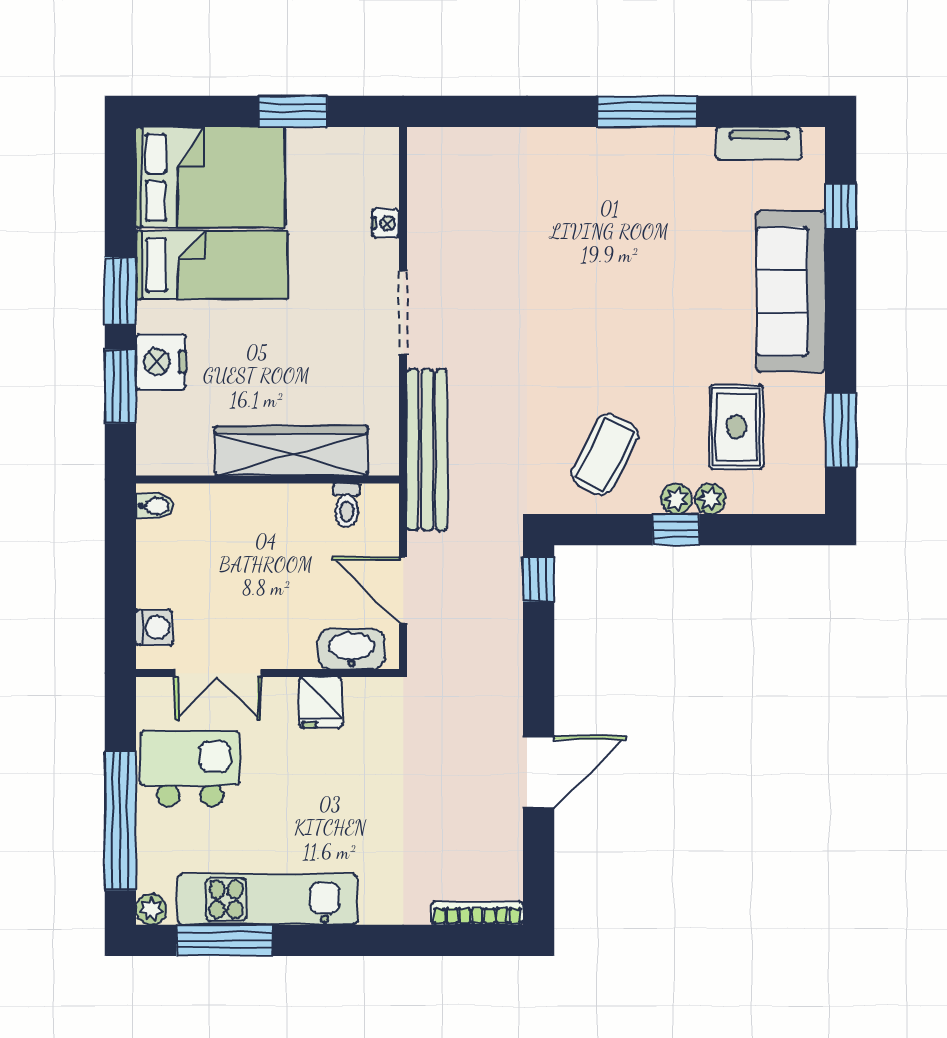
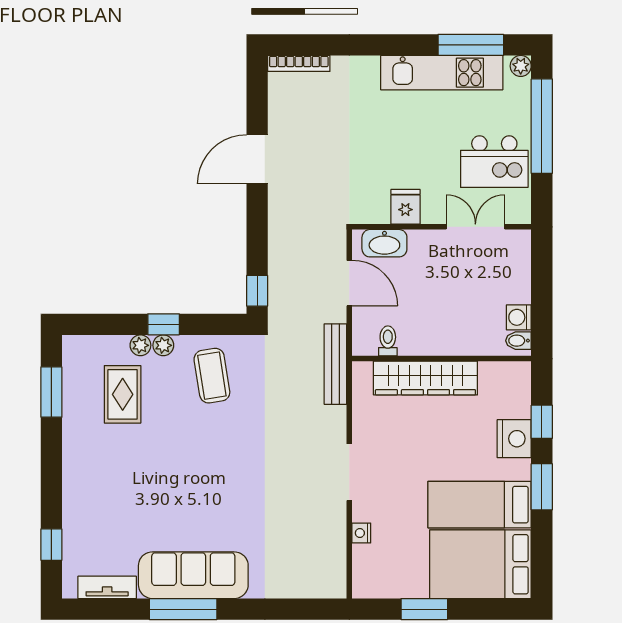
sofa: (791, 291) -> (193, 575), moved, turned -90
window: (120, 386) -> (542, 422), width x0.67
bench: (427, 450) -> (335, 364), width x0.73, depth x0.82
coffee table: (605, 454) -> (212, 376), turned -36
washing machine: (154, 627) -> (519, 317), moved

